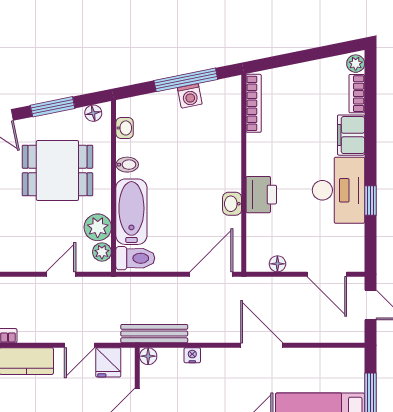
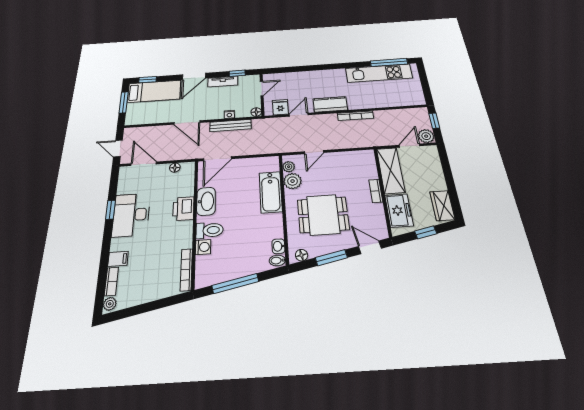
washing machine: (190, 96) -> (203, 247), moved, turned 101
filing cabinet: (351, 135) -> (118, 259), width x0.50
bidet: (127, 165) -> (277, 260), moved
washbasin: (232, 204) -> (206, 201), width x1.91, depth x1.45
toilet: (135, 258) -> (210, 230), moved, turned 180
bench: (154, 334) -> (230, 126), moved

